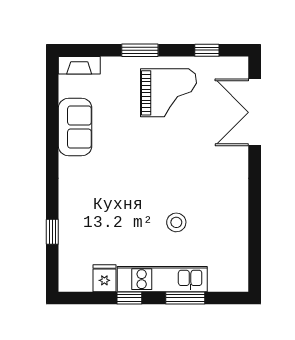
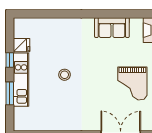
stool: (176, 222) -> (65, 75), moved
window: (52, 232) -> (49, 14), removed

